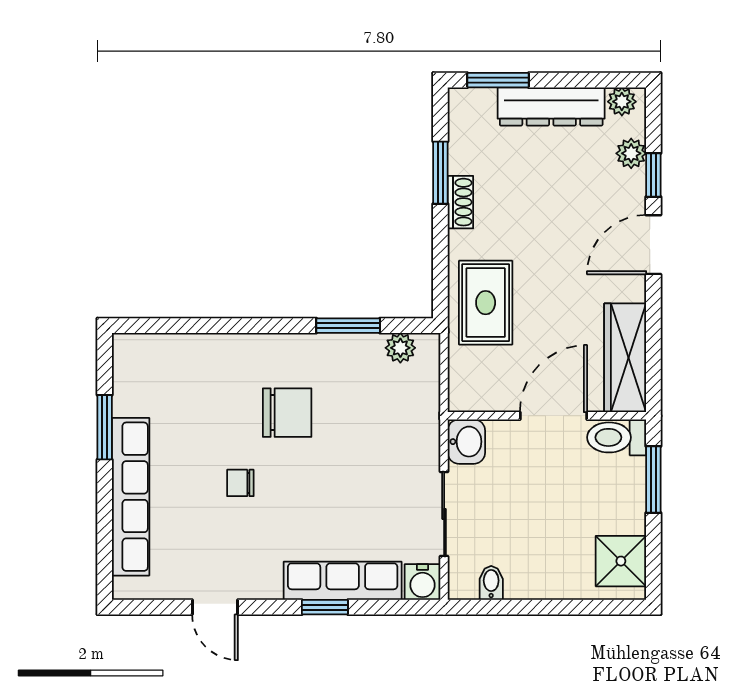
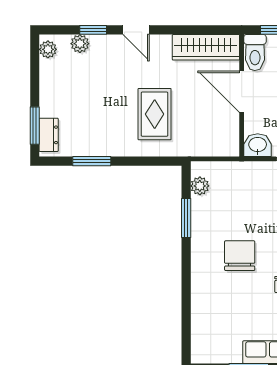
dresser: (551, 106) -> (49, 135), moved, width x0.51, depth x0.80
shoe rack: (460, 202) -> (110, 149), removed
door: (653, 245) -> (136, 30), width x0.73
rug: (486, 303) -> (155, 114), moved, turned 90

